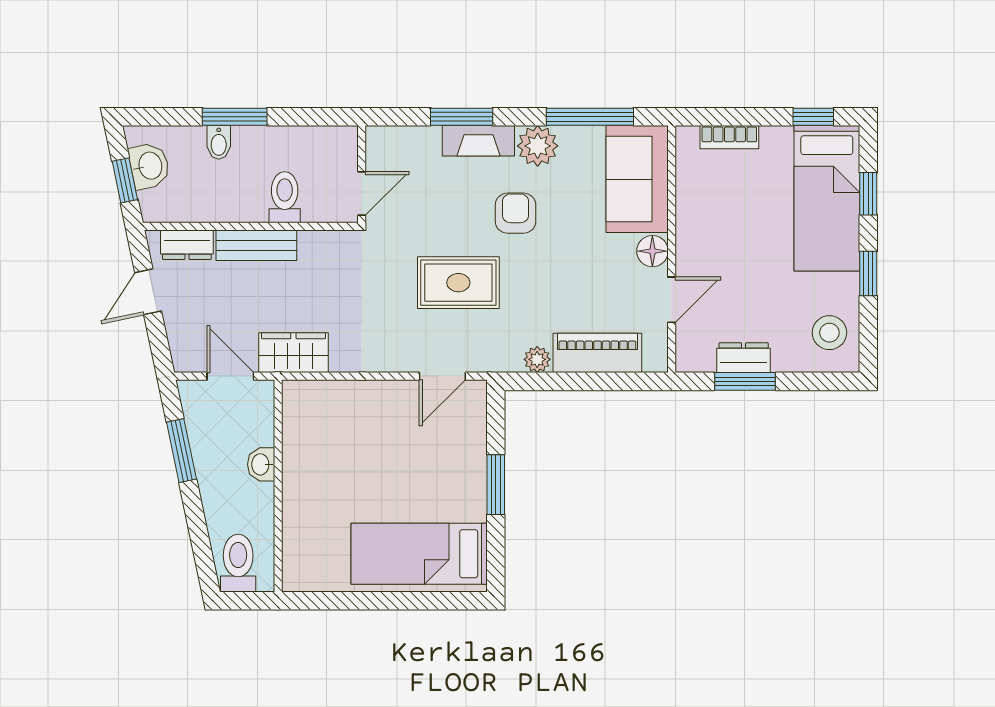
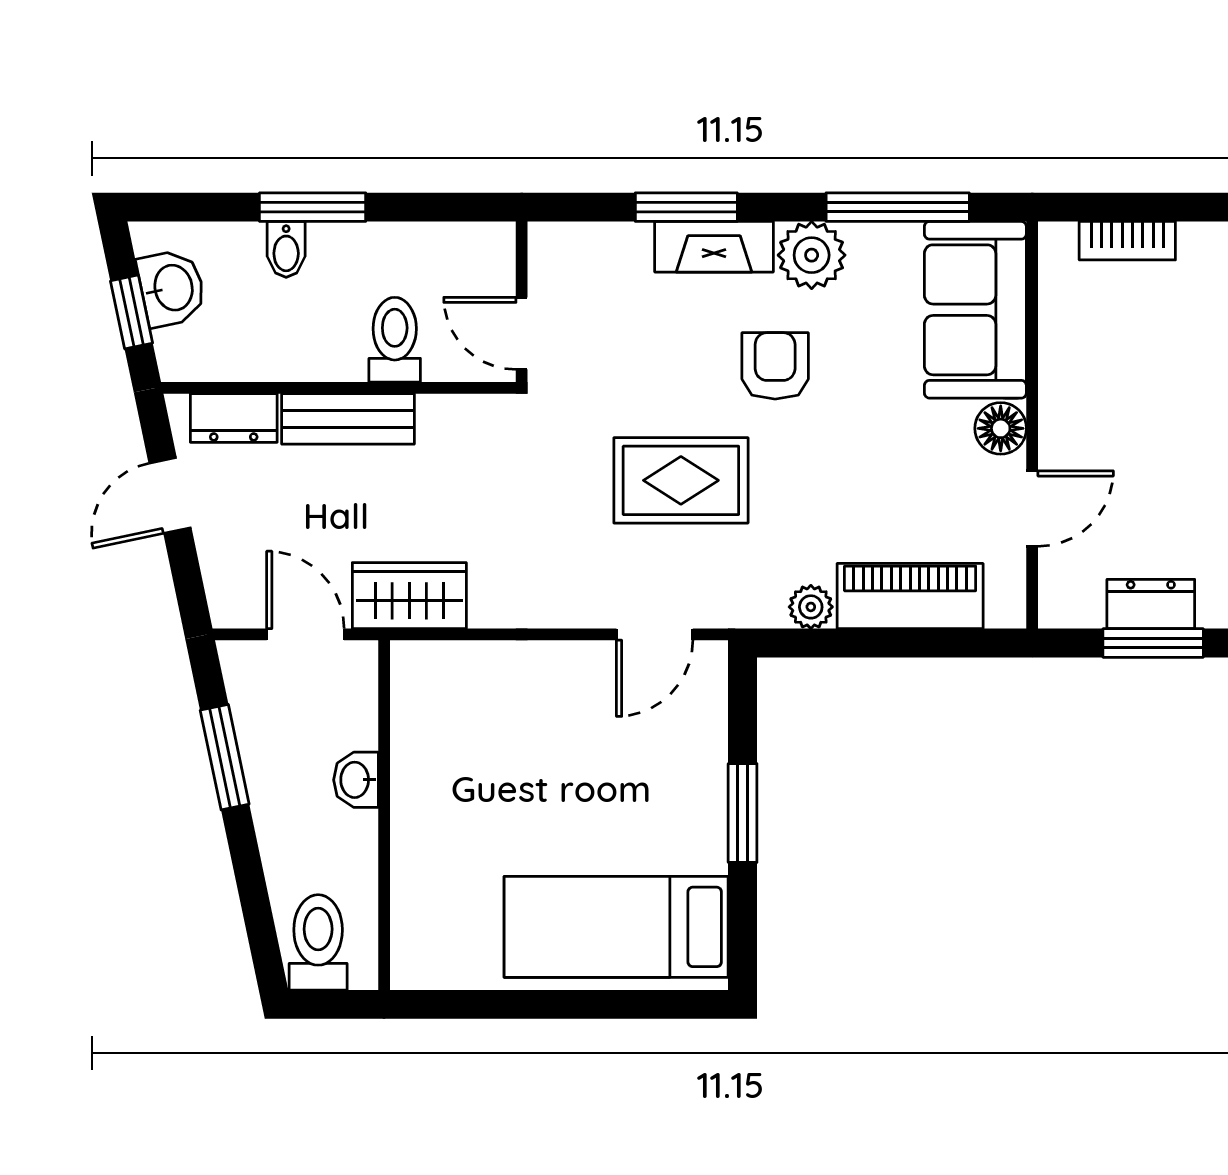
door: (362, 193) -> (522, 333), swing flipped

